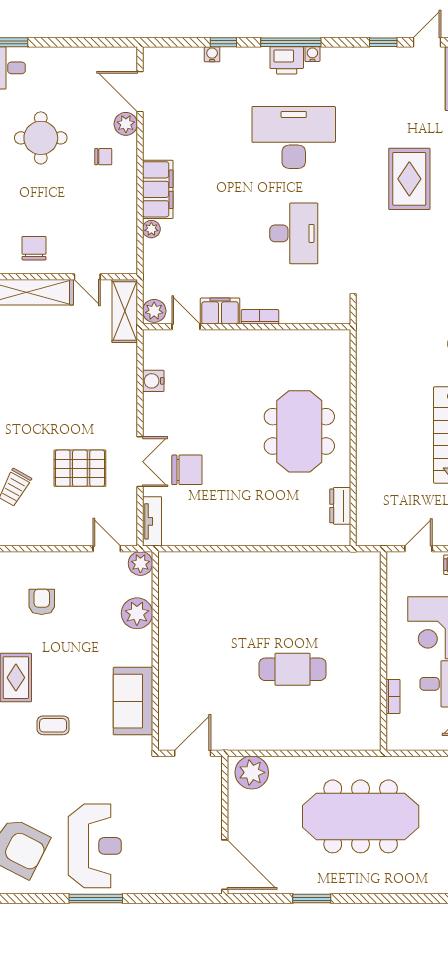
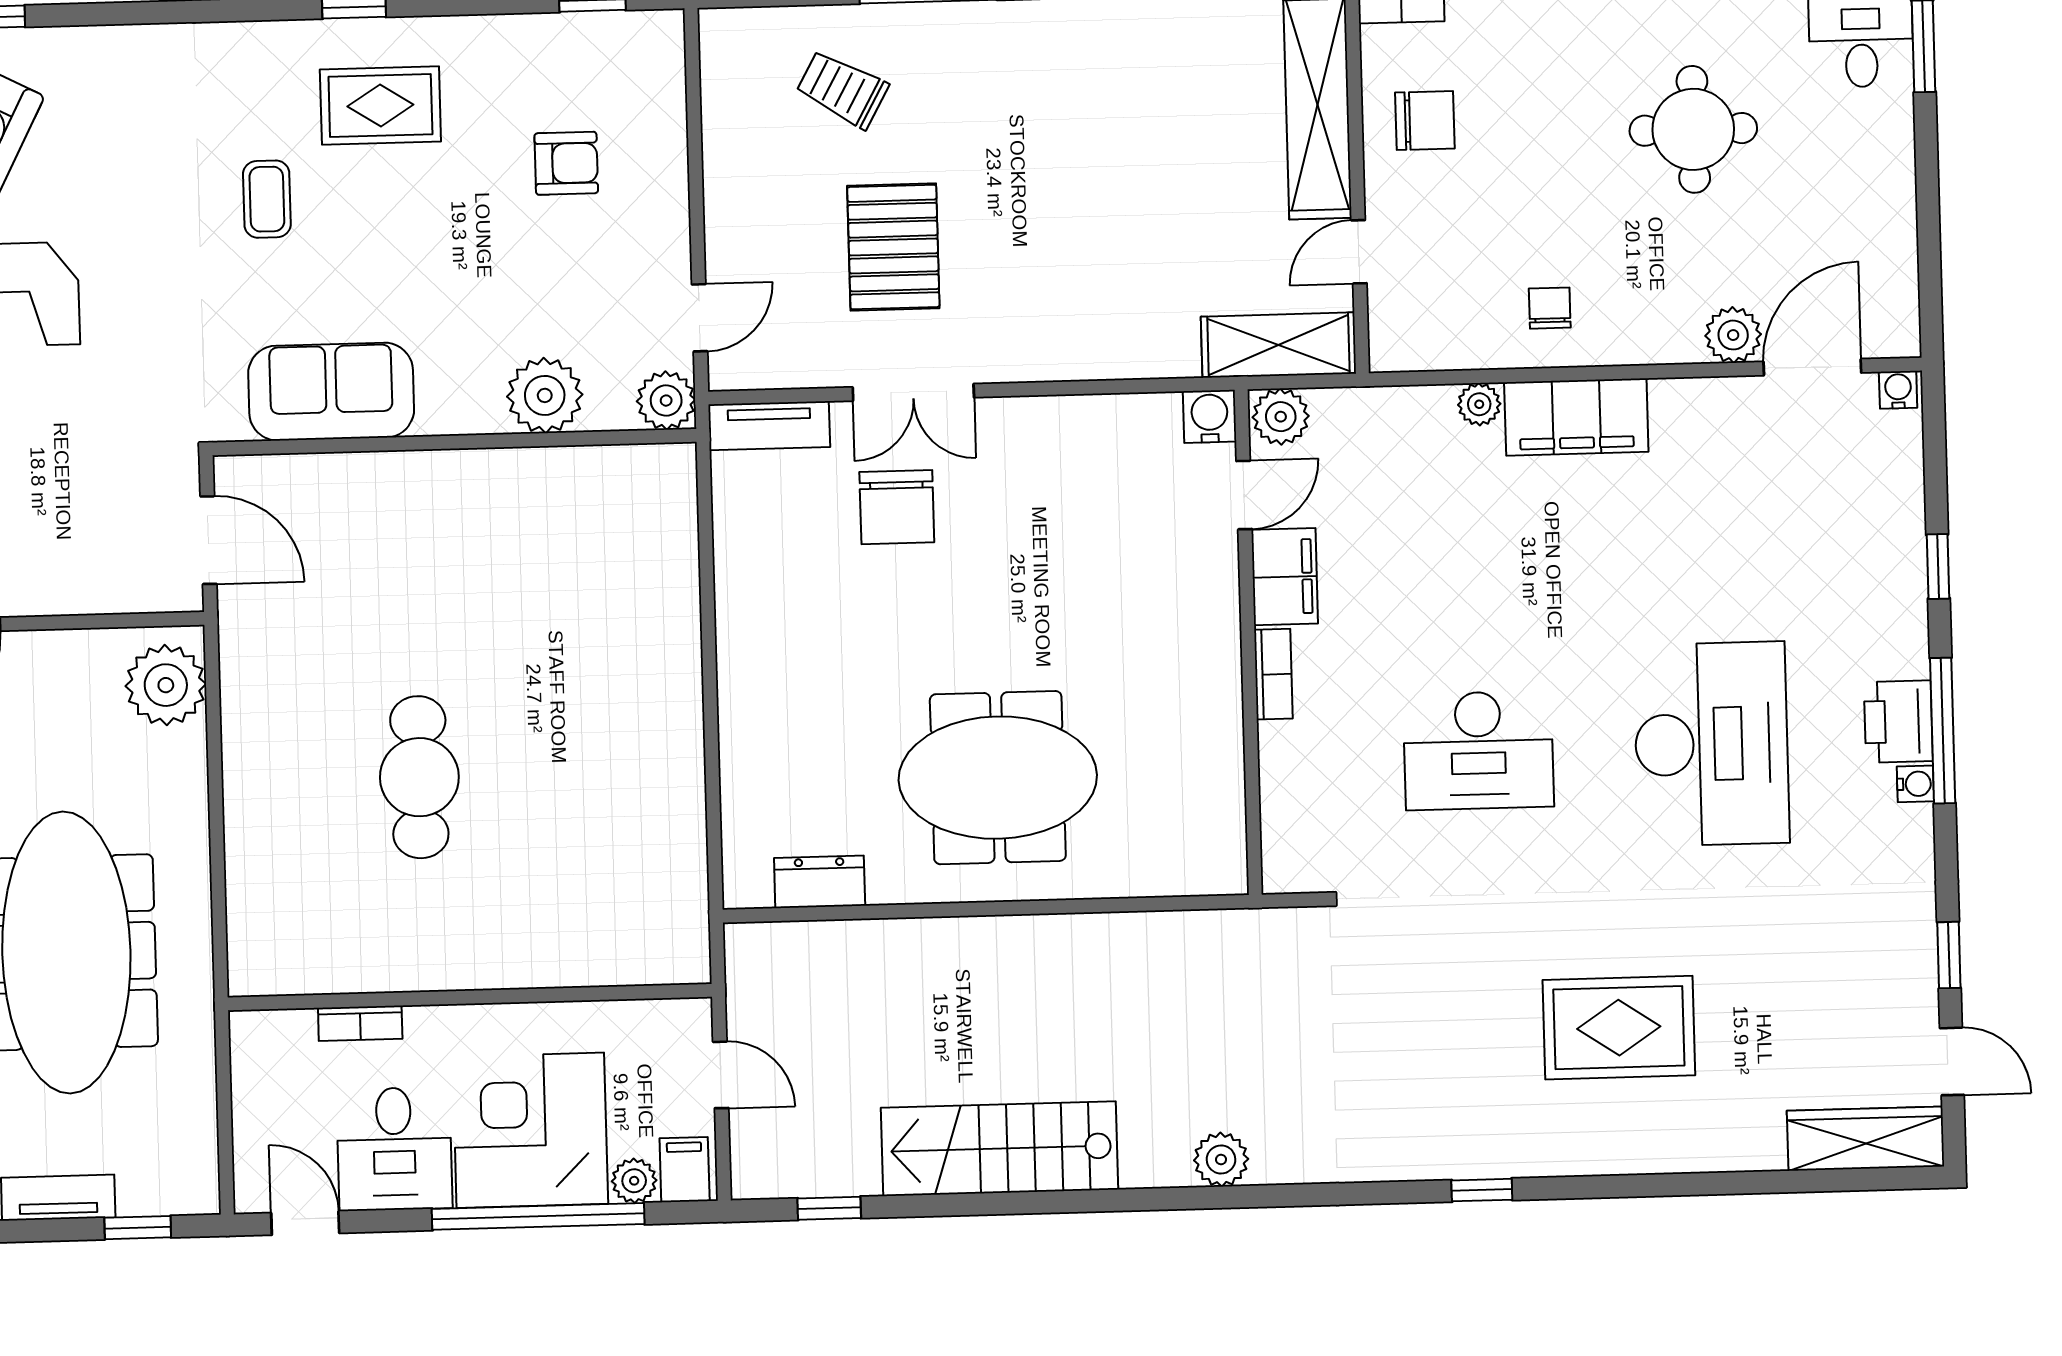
water cooler: (212, 54) -> (1898, 390), moved, turned -90
chair: (103, 157) -> (1550, 308), moved, turned 180
water cooler: (153, 381) -> (1210, 416), moved

